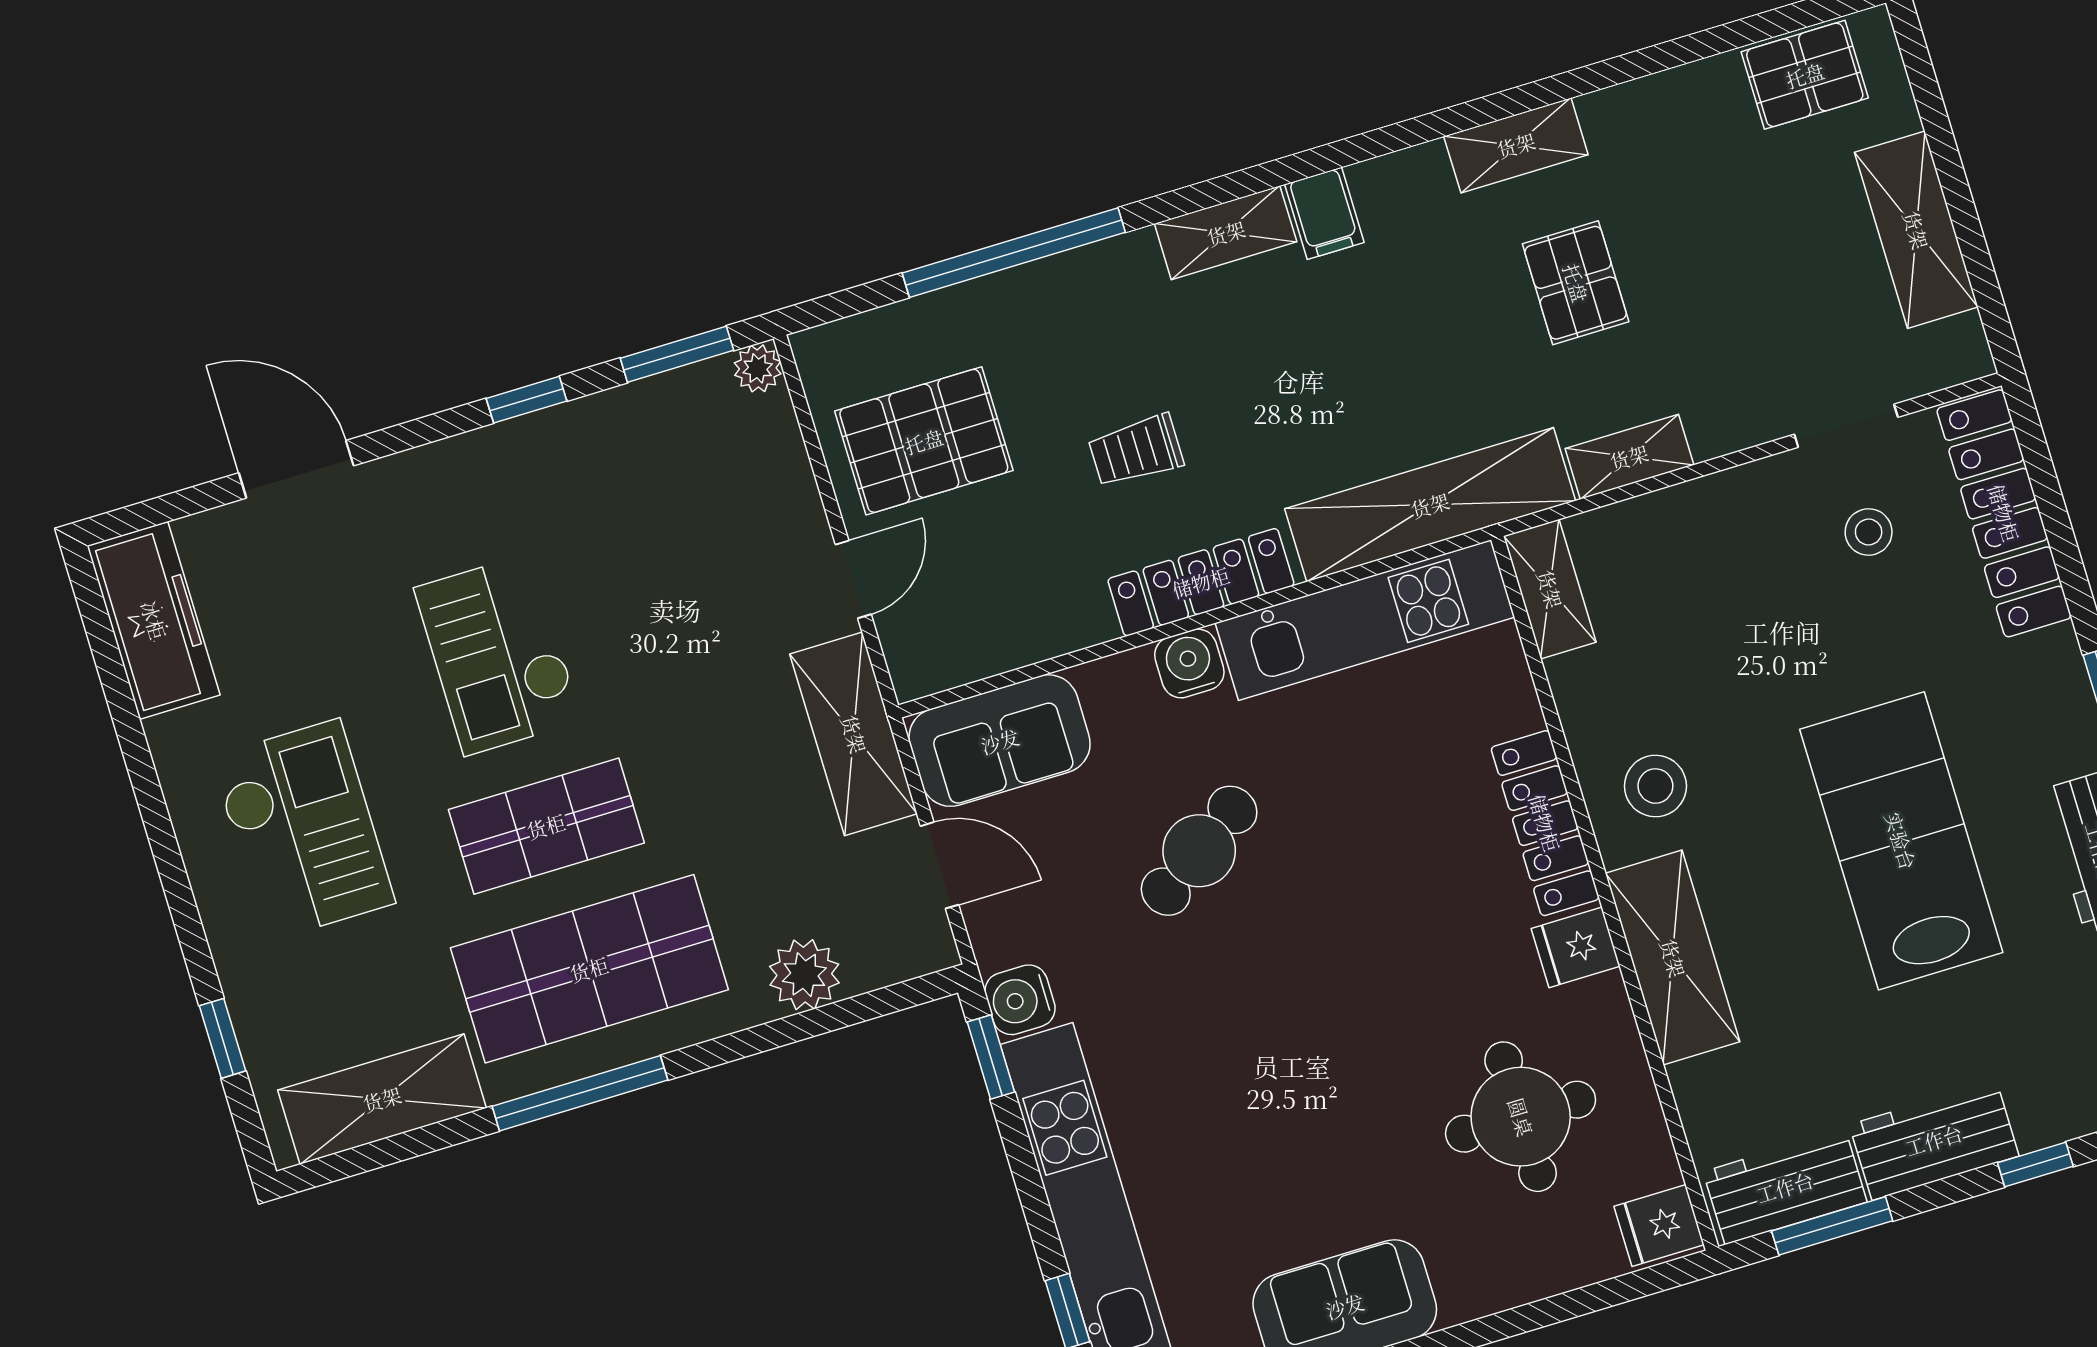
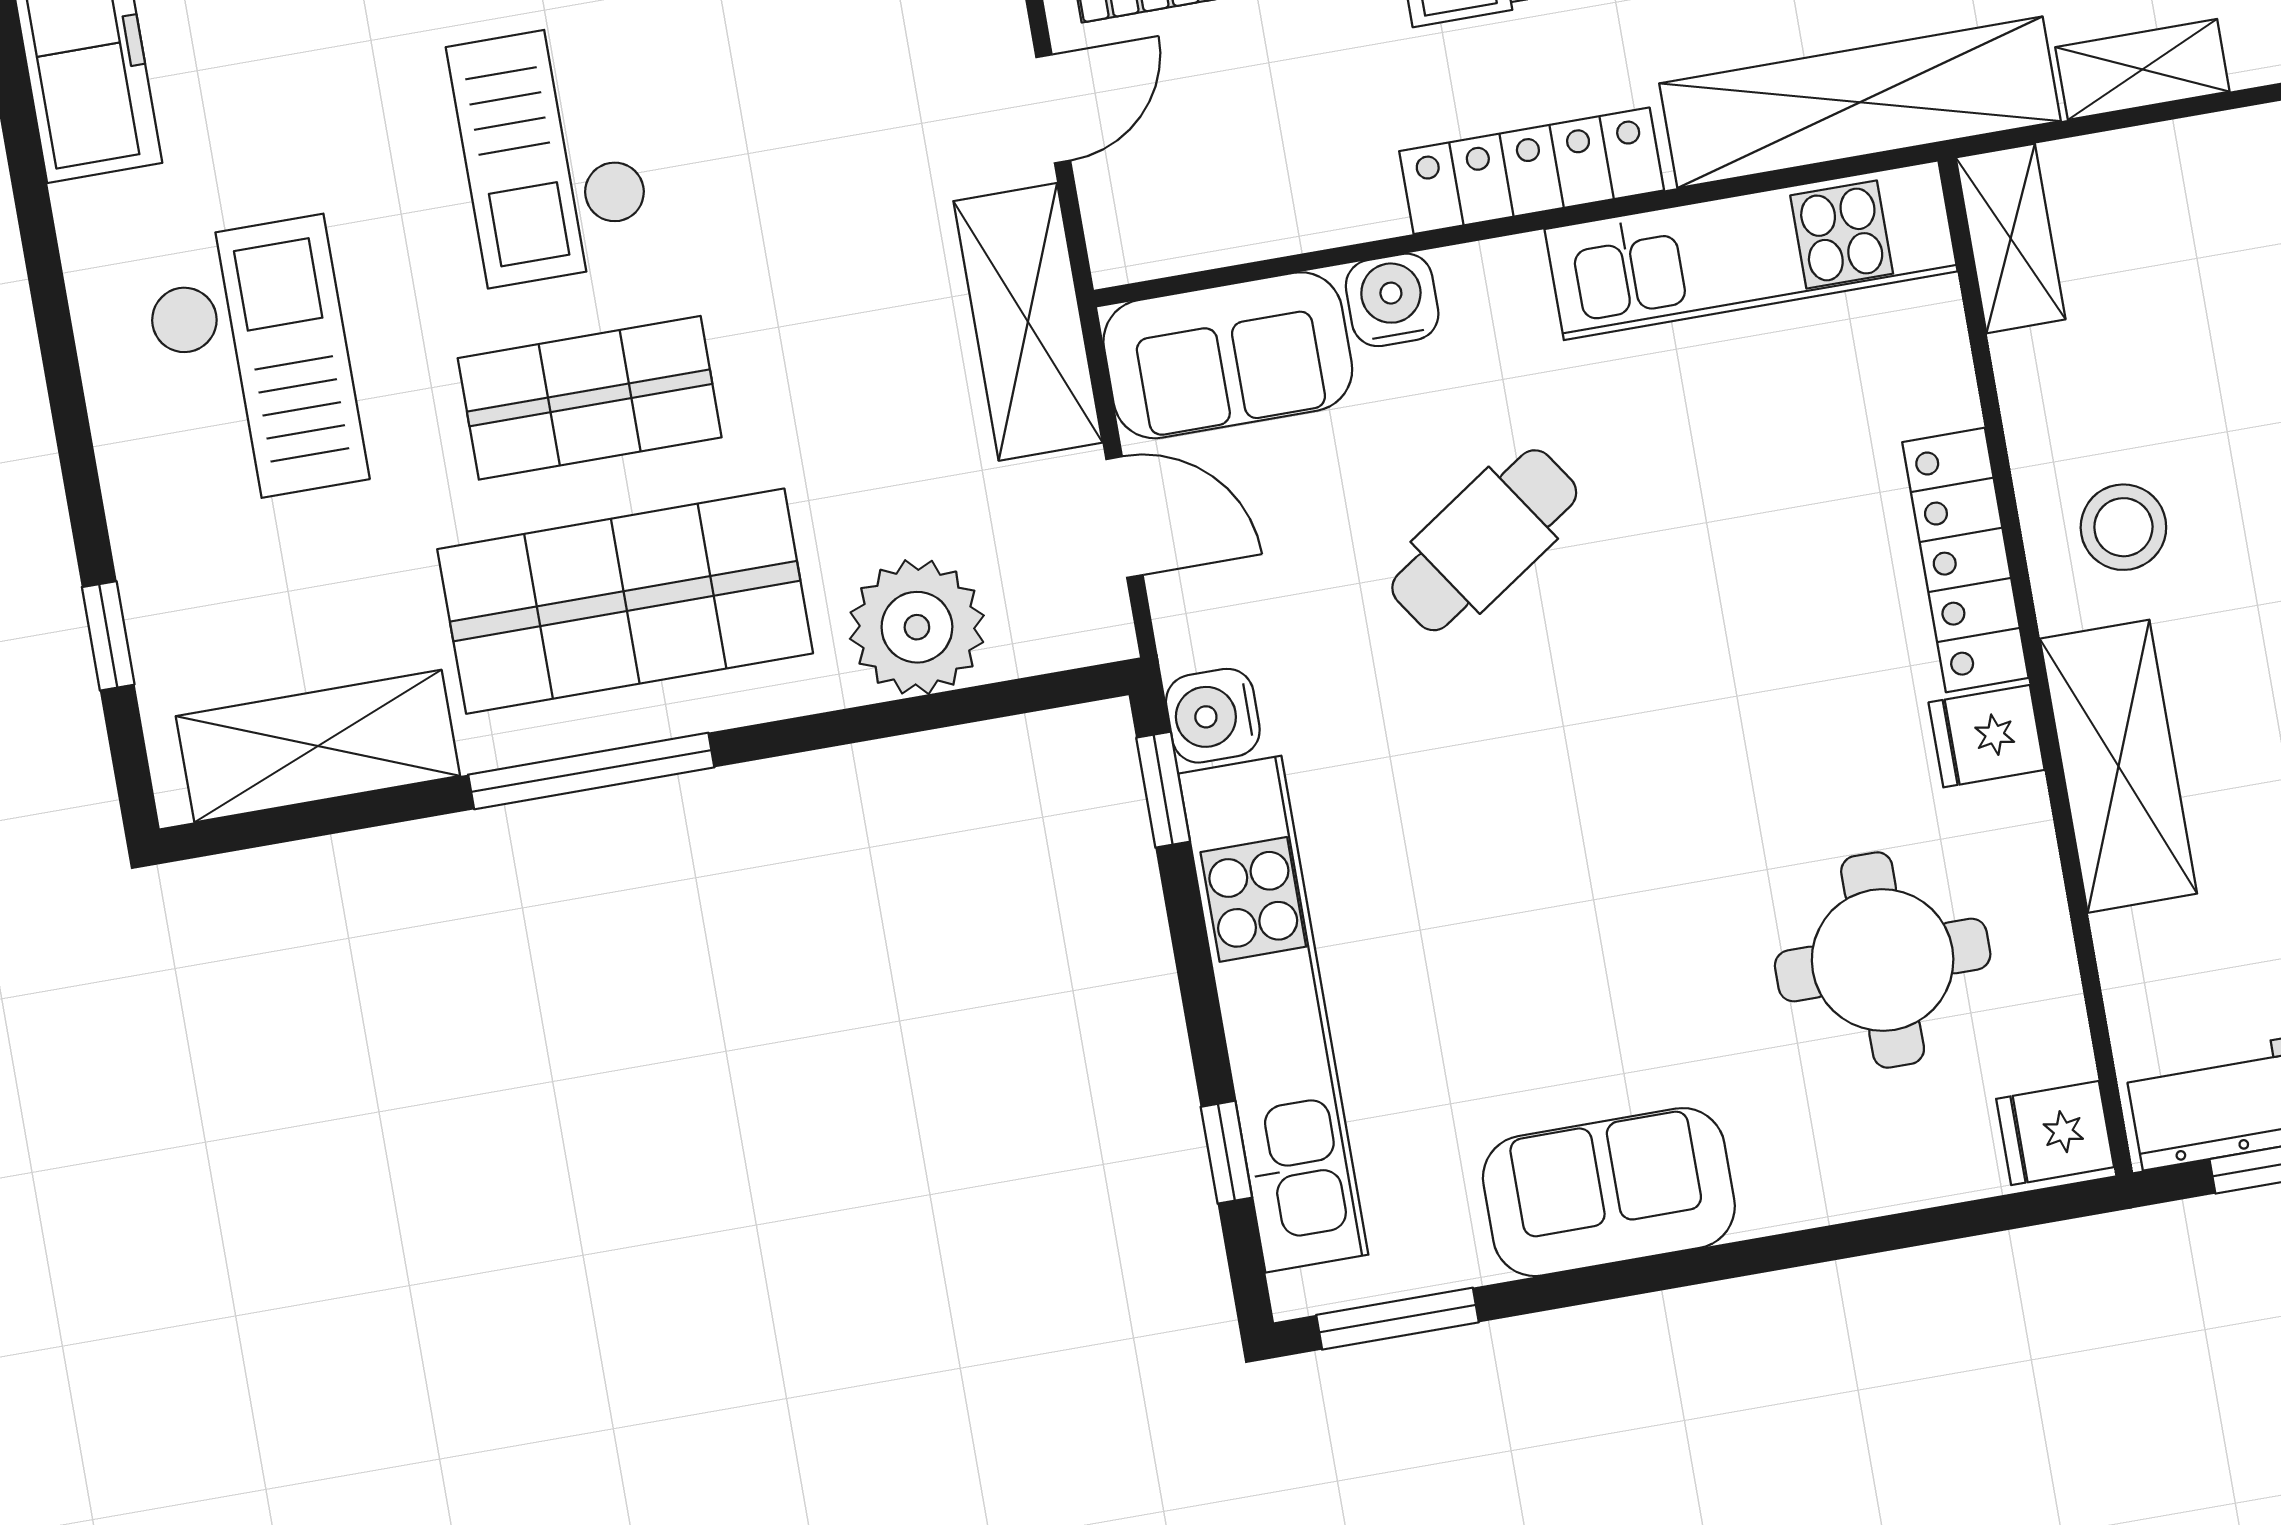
water cooler: (1189, 663) -> (1392, 300), moved
plant: (804, 975) -> (917, 627), width x1.36, depth x1.36

